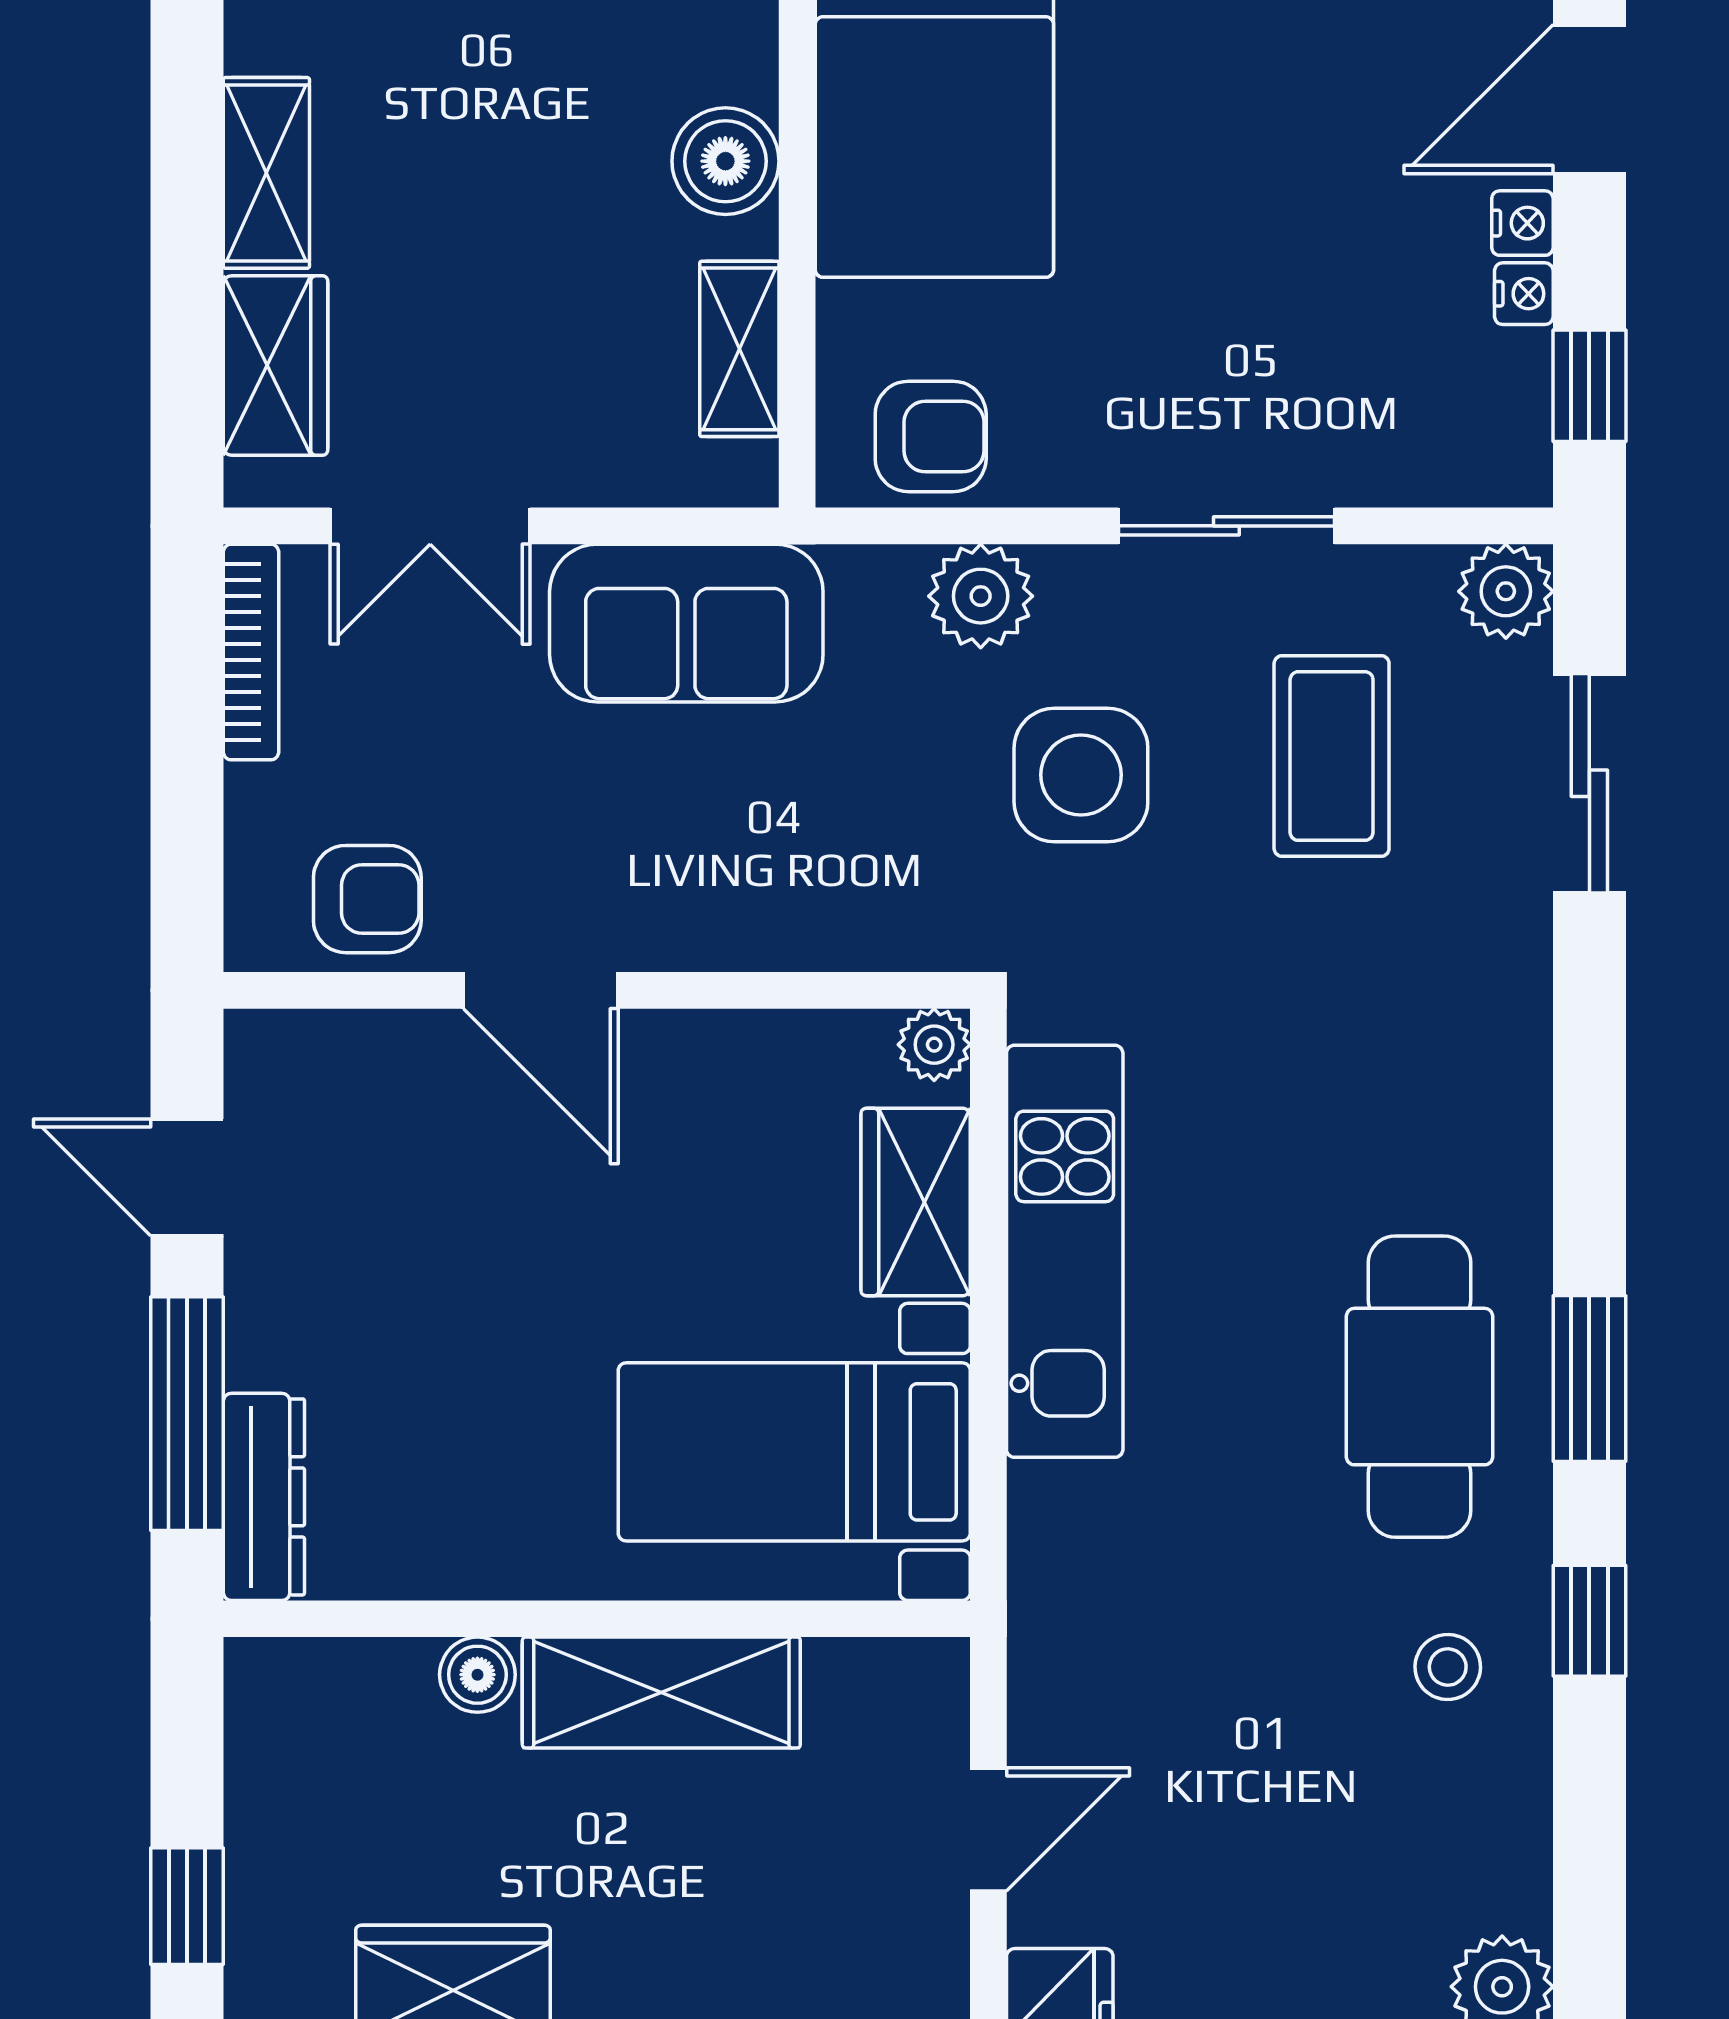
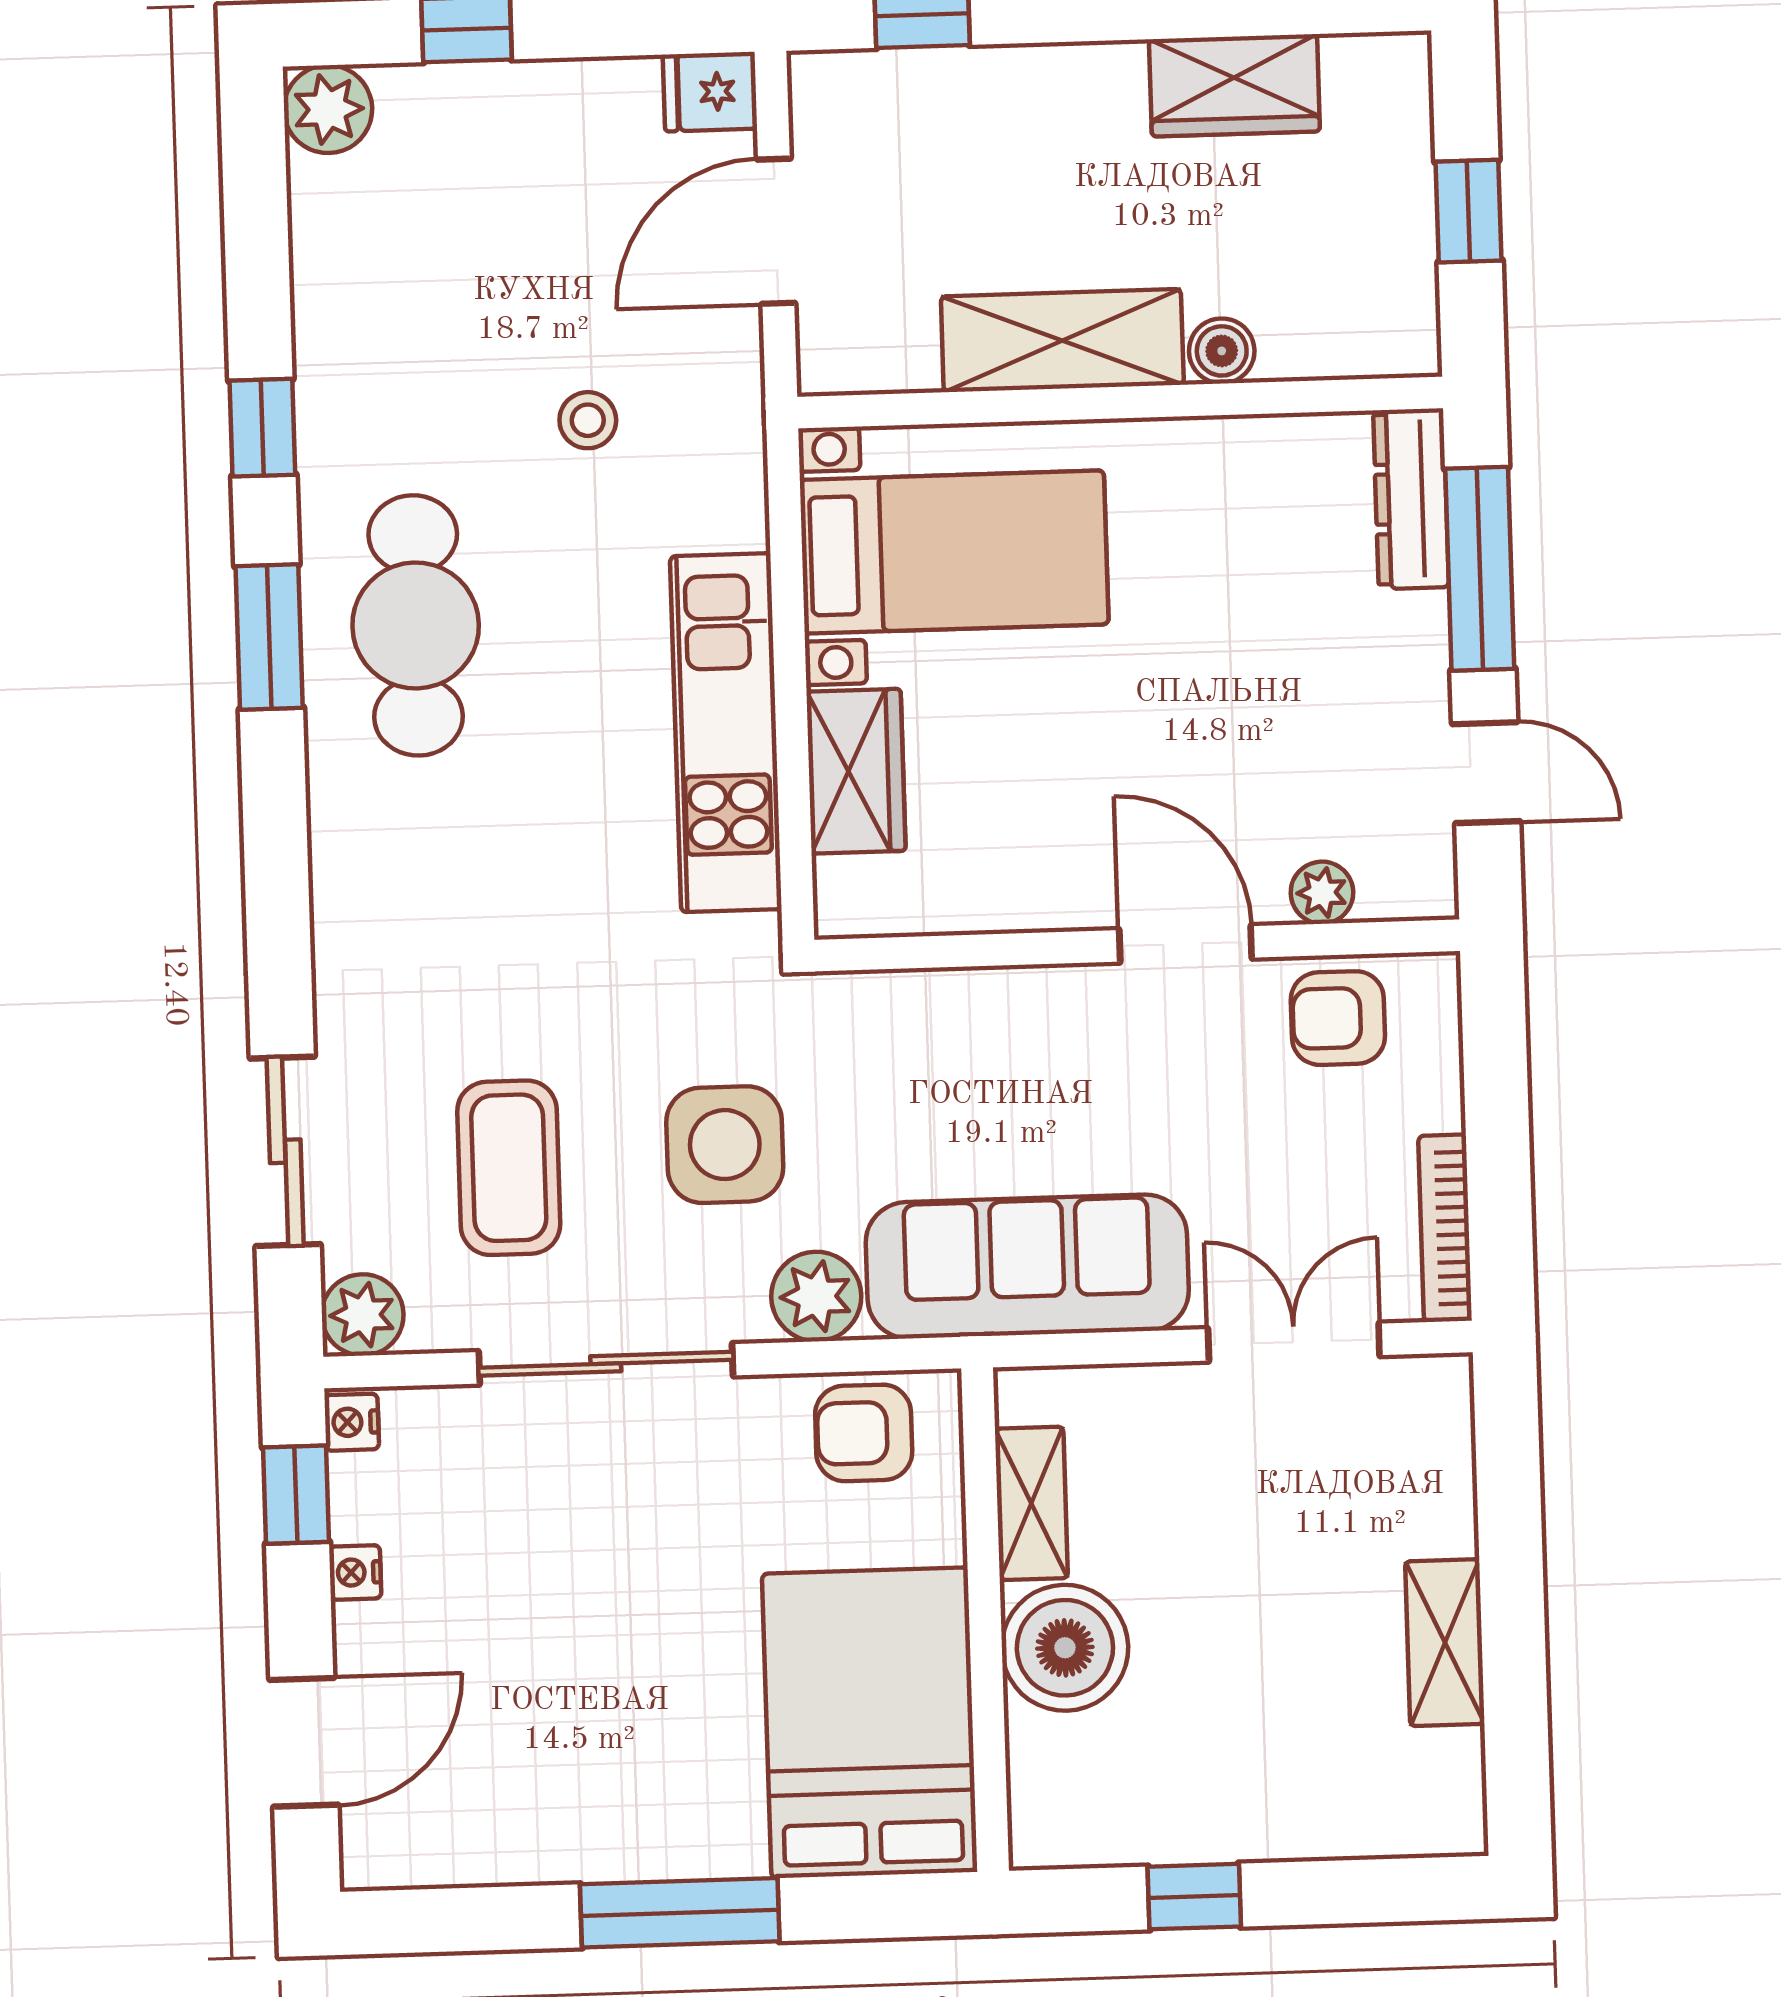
boiler: (725, 161) -> (1065, 1648), width x1.37, depth x1.37
nightstand: (1522, 223) -> (352, 1422), moved
wardrobe: (275, 366) -> (1432, 1476), removed
sliding door: (1226, 526) -> (606, 1364), width x1.37
sofa: (686, 623) -> (1027, 1266), width x1.36
plant: (934, 1045) -> (1322, 893), moved
stool: (1448, 1667) -> (588, 420), moved
door: (988, 1829) -> (776, 231), width x1.38
window: (187, 1906) -> (1469, 211), moved

